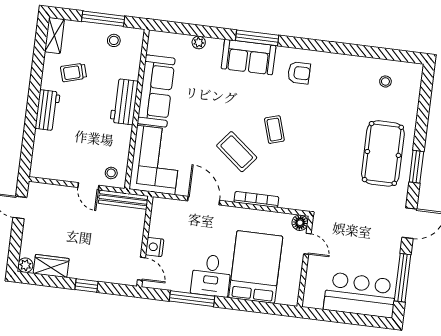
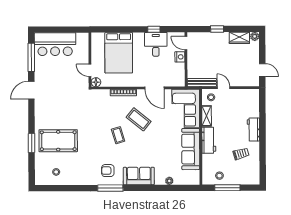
shelving: (55, 35) -> (207, 116), moved
window: (257, 38) -> (110, 188), moved
pool table: (383, 153) -> (58, 141), moved, turned 90
window: (416, 167) -> (32, 143), moved
desk: (211, 275) -> (156, 44), moved
window: (192, 299) -> (154, 29), width x0.46

